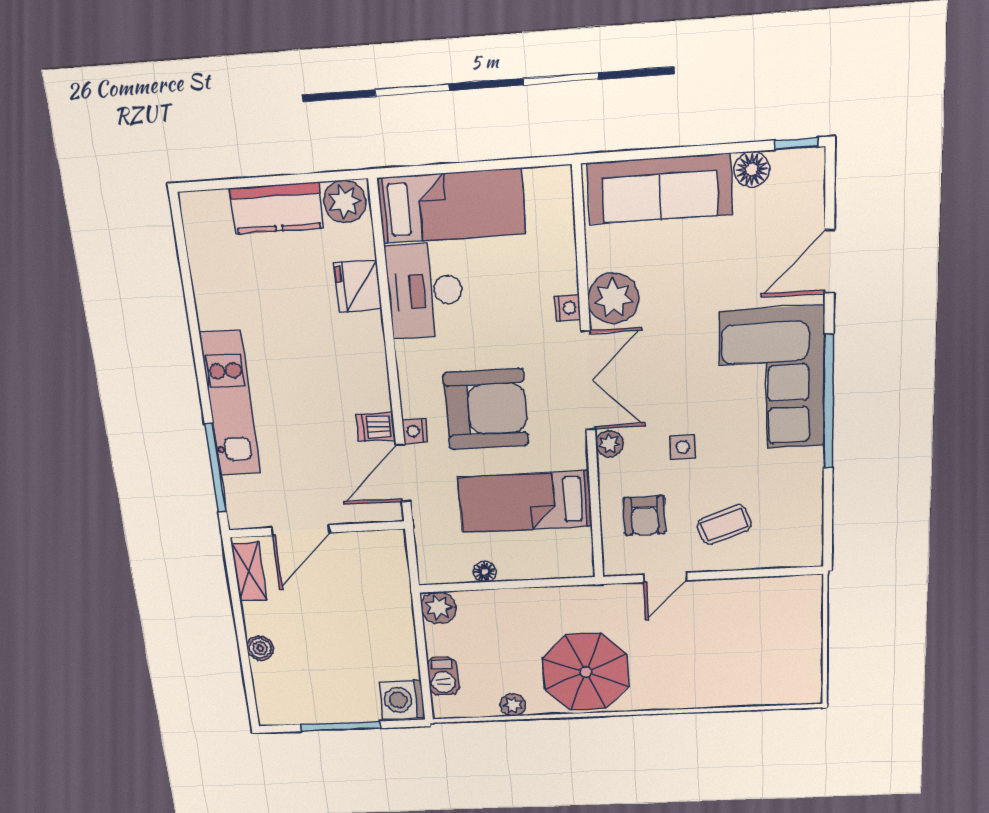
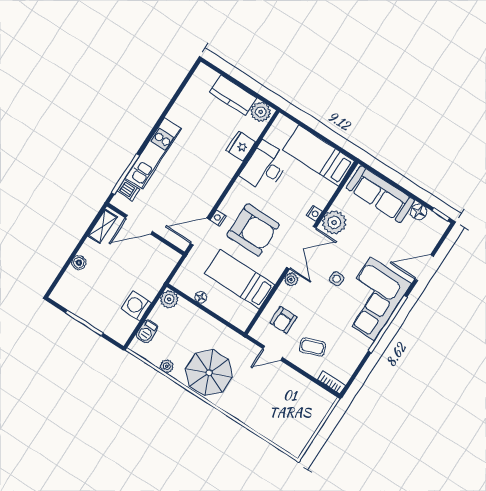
bed: (451, 206) -> (319, 156), moved, turned 180
dishwasher: (376, 427) -> (128, 190), moved, turned 180
side table: (683, 447) -> (337, 279), moved
bookcase: (797, 558) -> (332, 383), added
washing machine: (402, 700) -> (136, 306), moved

